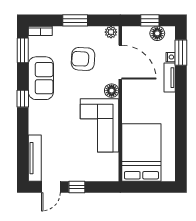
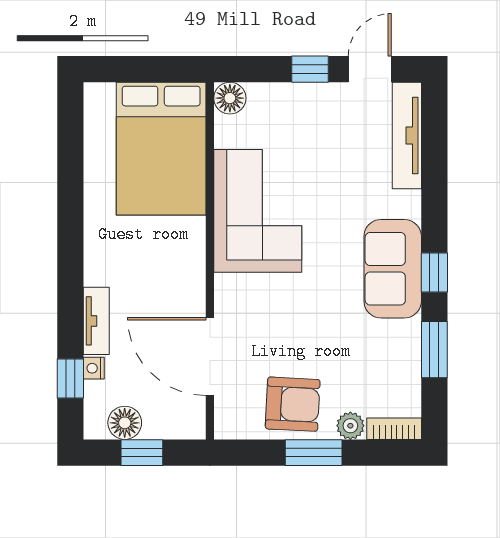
plant: (111, 32) -> (350, 426), moved
window: (23, 50) -> (434, 350), moved
window: (181, 53) -> (70, 378), width x0.67
armchair: (83, 59) -> (293, 404), moved
sofa: (41, 78) -> (393, 269), moved
floor lamp: (112, 91) -> (230, 98), moved

